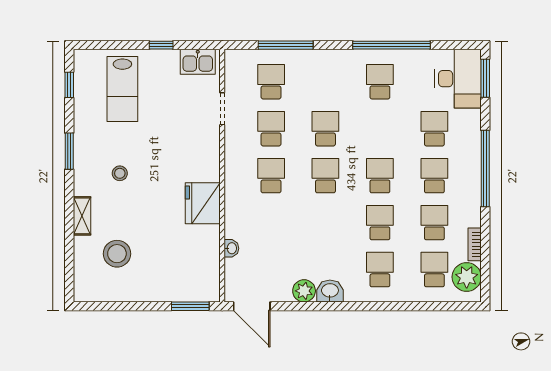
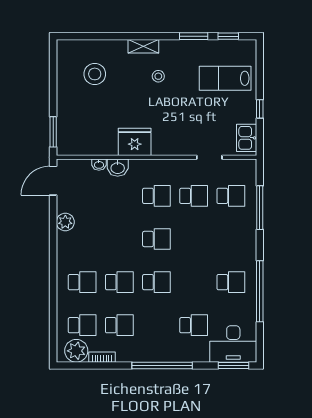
school desk: (325, 129) -> (194, 239), removed
window: (69, 151) -> (194, 36), moved
school desk: (434, 176) -> (156, 325), removed
shelving: (82, 216) -> (143, 46), moved
washbasin: (330, 291) -> (118, 168), moved, turned 90

